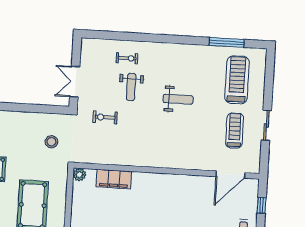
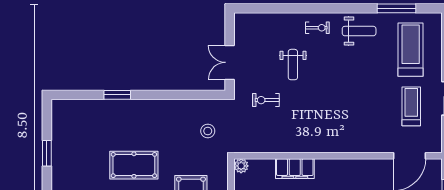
exercise bike: (127, 58) -> (317, 28), moved
weight bench: (178, 99) -> (359, 31), moved
filing cabinet: (114, 179) -> (295, 169), moved

